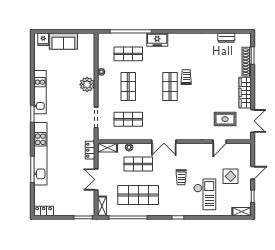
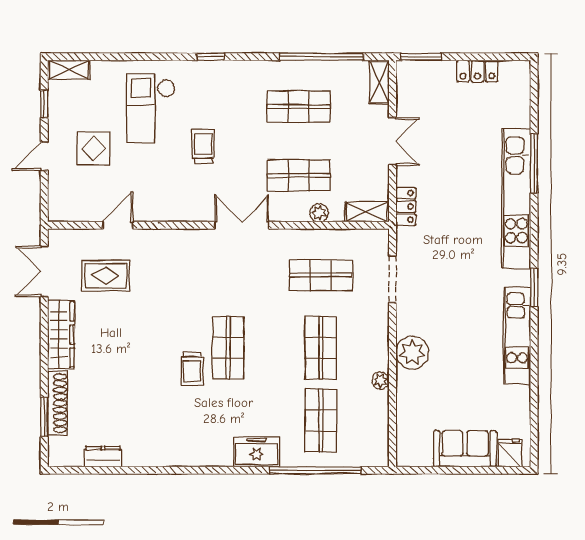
shop shelf: (128, 54) -> (321, 420), turned 90
shop shelf: (138, 195) -> (299, 107), width x0.70, depth x0.74
locker: (44, 211) -> (477, 71), moved

